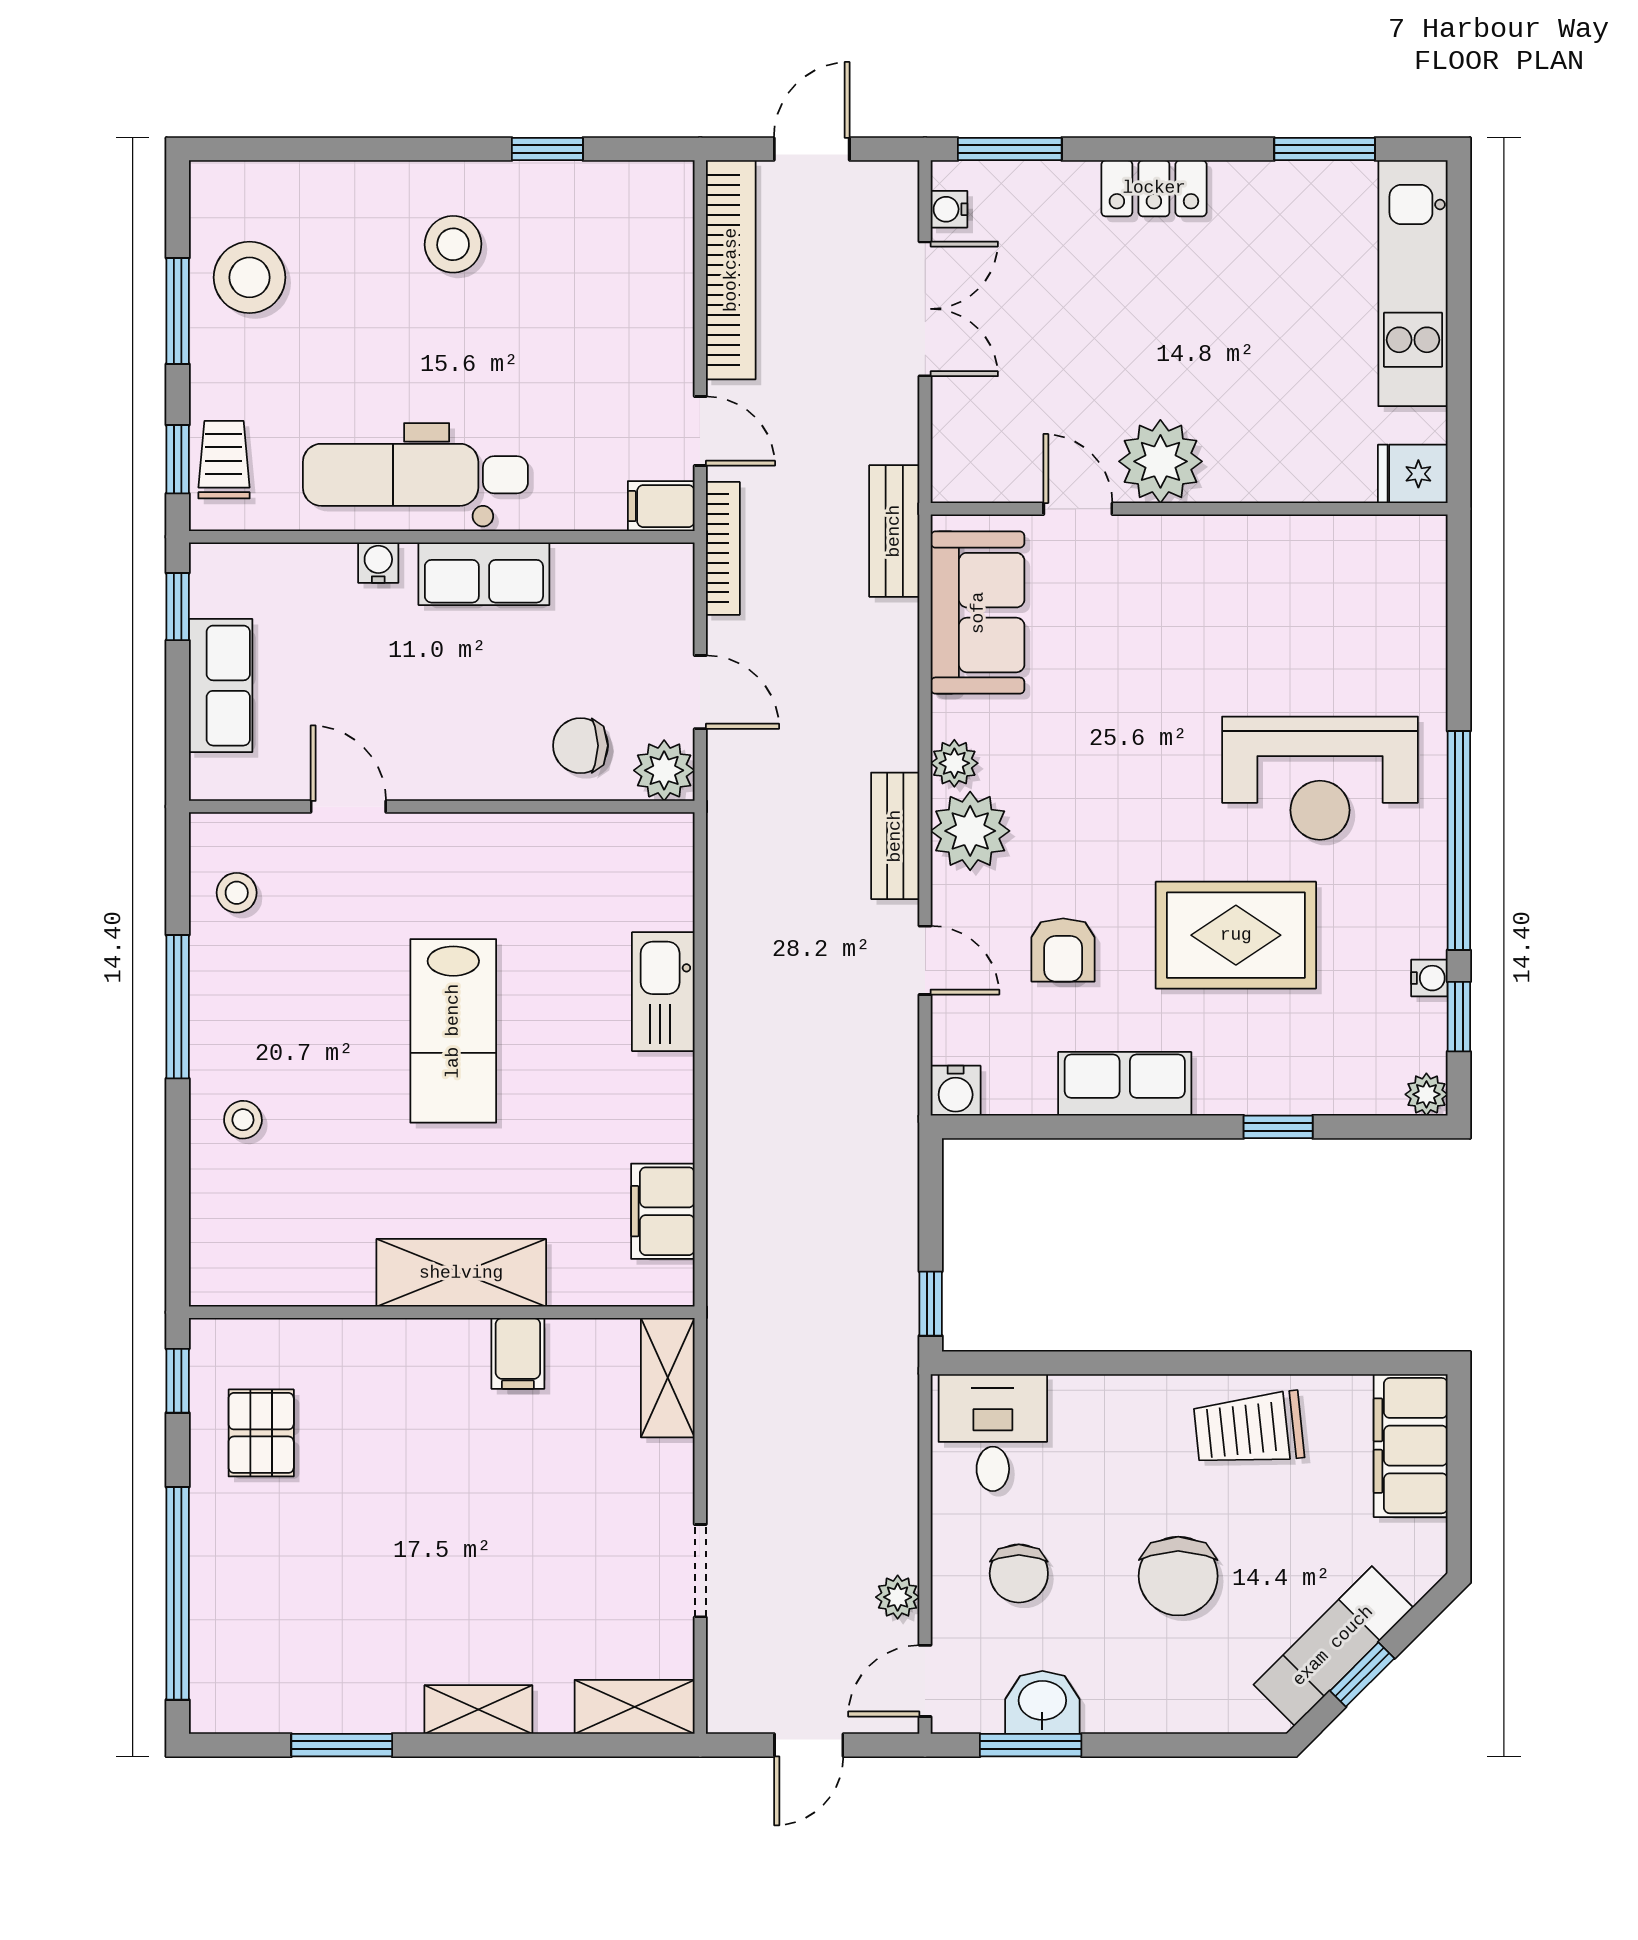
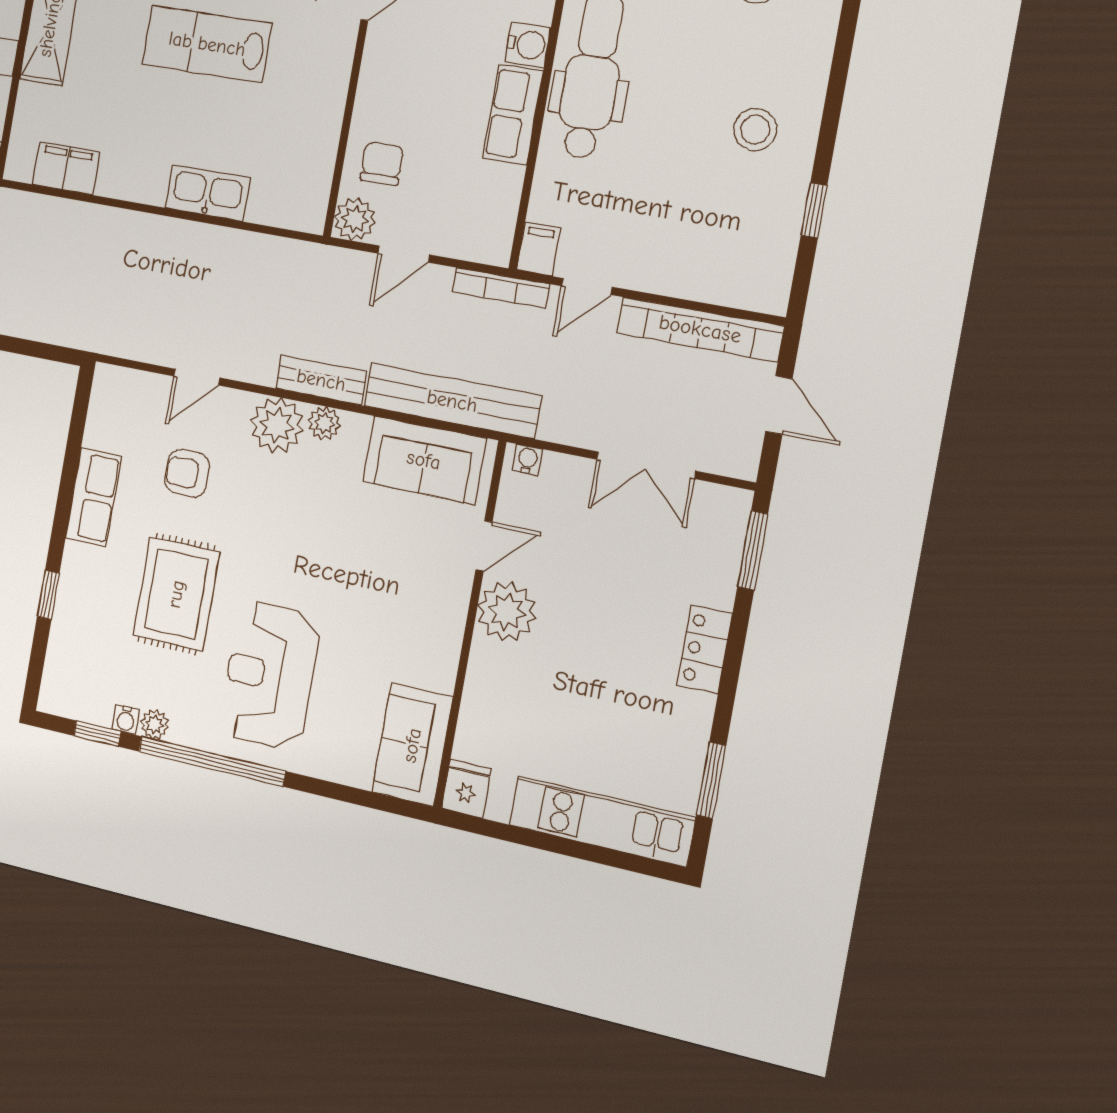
water cooler: (949, 209) -> (528, 460), moved
bench: (894, 531) -> (452, 401), width x1.86, depth x1.21
sofa: (1370, 559) -> (412, 745), added
water cooler: (378, 563) -> (528, 45), width x1.38, depth x1.38
bench: (895, 836) -> (321, 380), moved
water cooler: (956, 1091) -> (109, 381), removed
plant: (1426, 1094) -> (155, 724), moved

